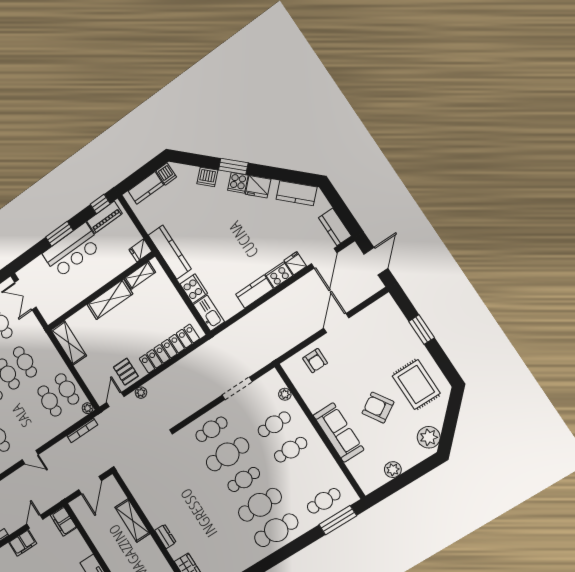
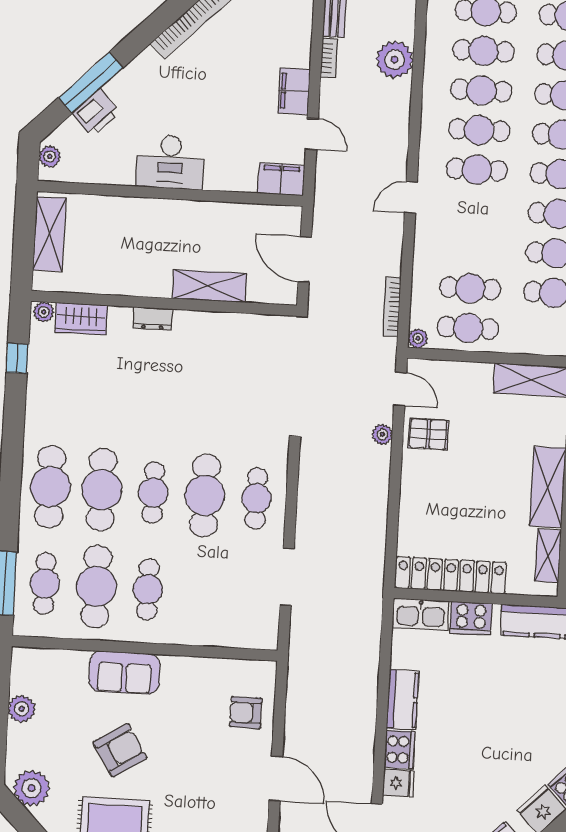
locker: (169, 349) -> (451, 575), moved, turned -90
plant: (285, 394) -> (230, 637), removed
cafe table: (274, 424) -> (96, 586), moved, width x1.37, depth x1.35
sofa: (339, 432) -> (124, 673), width x0.73

